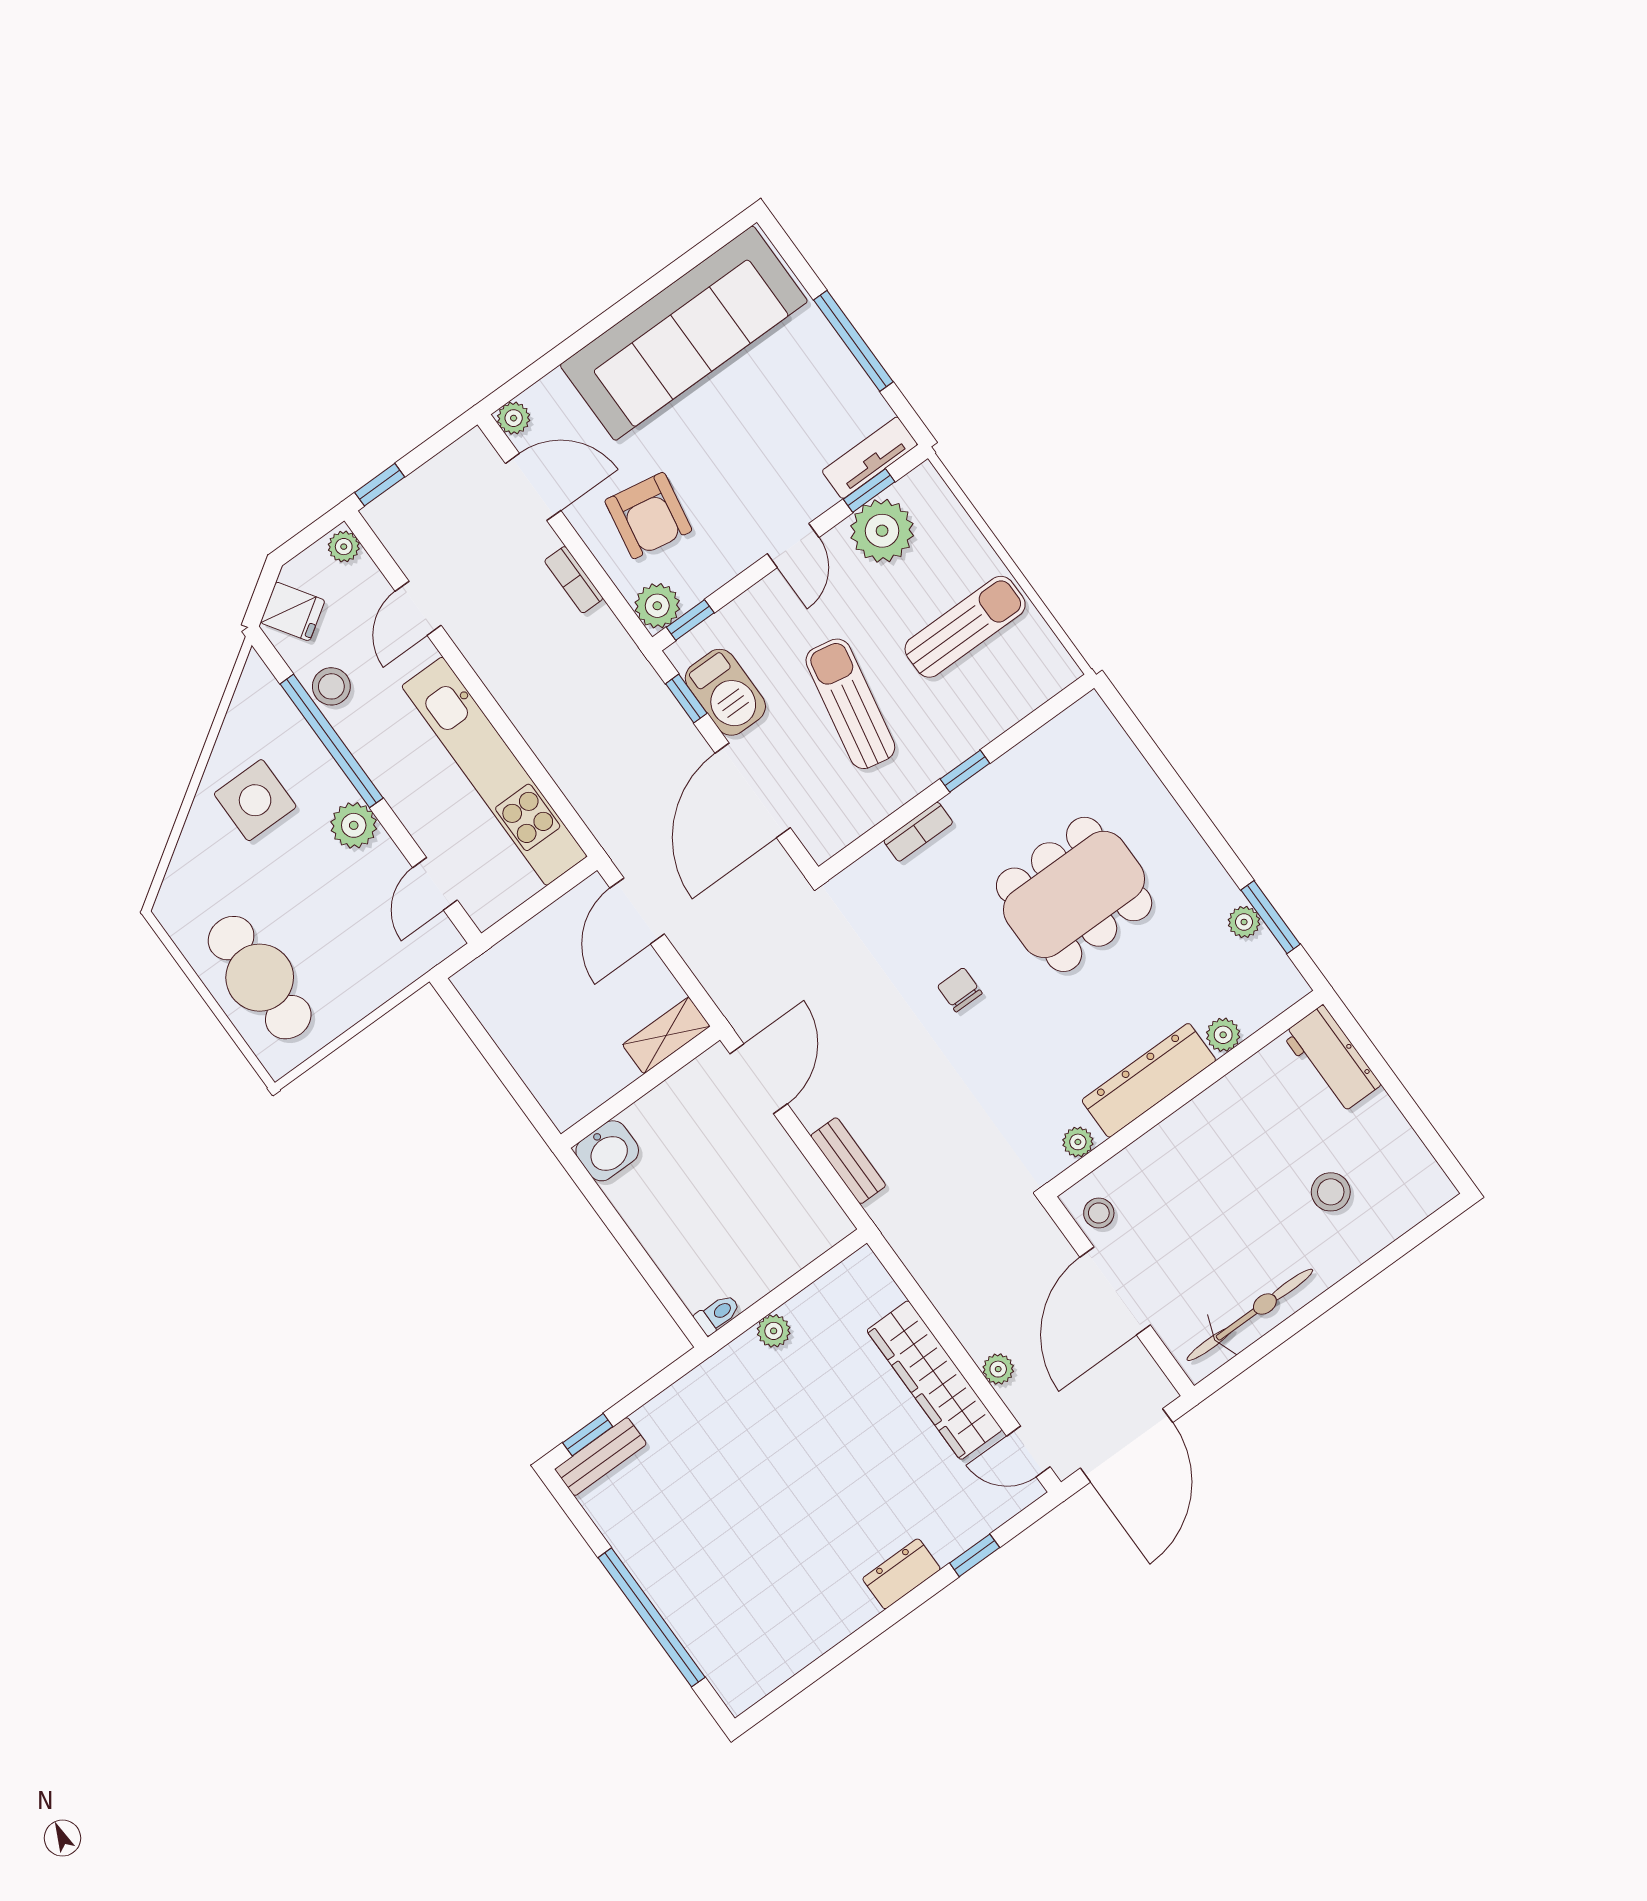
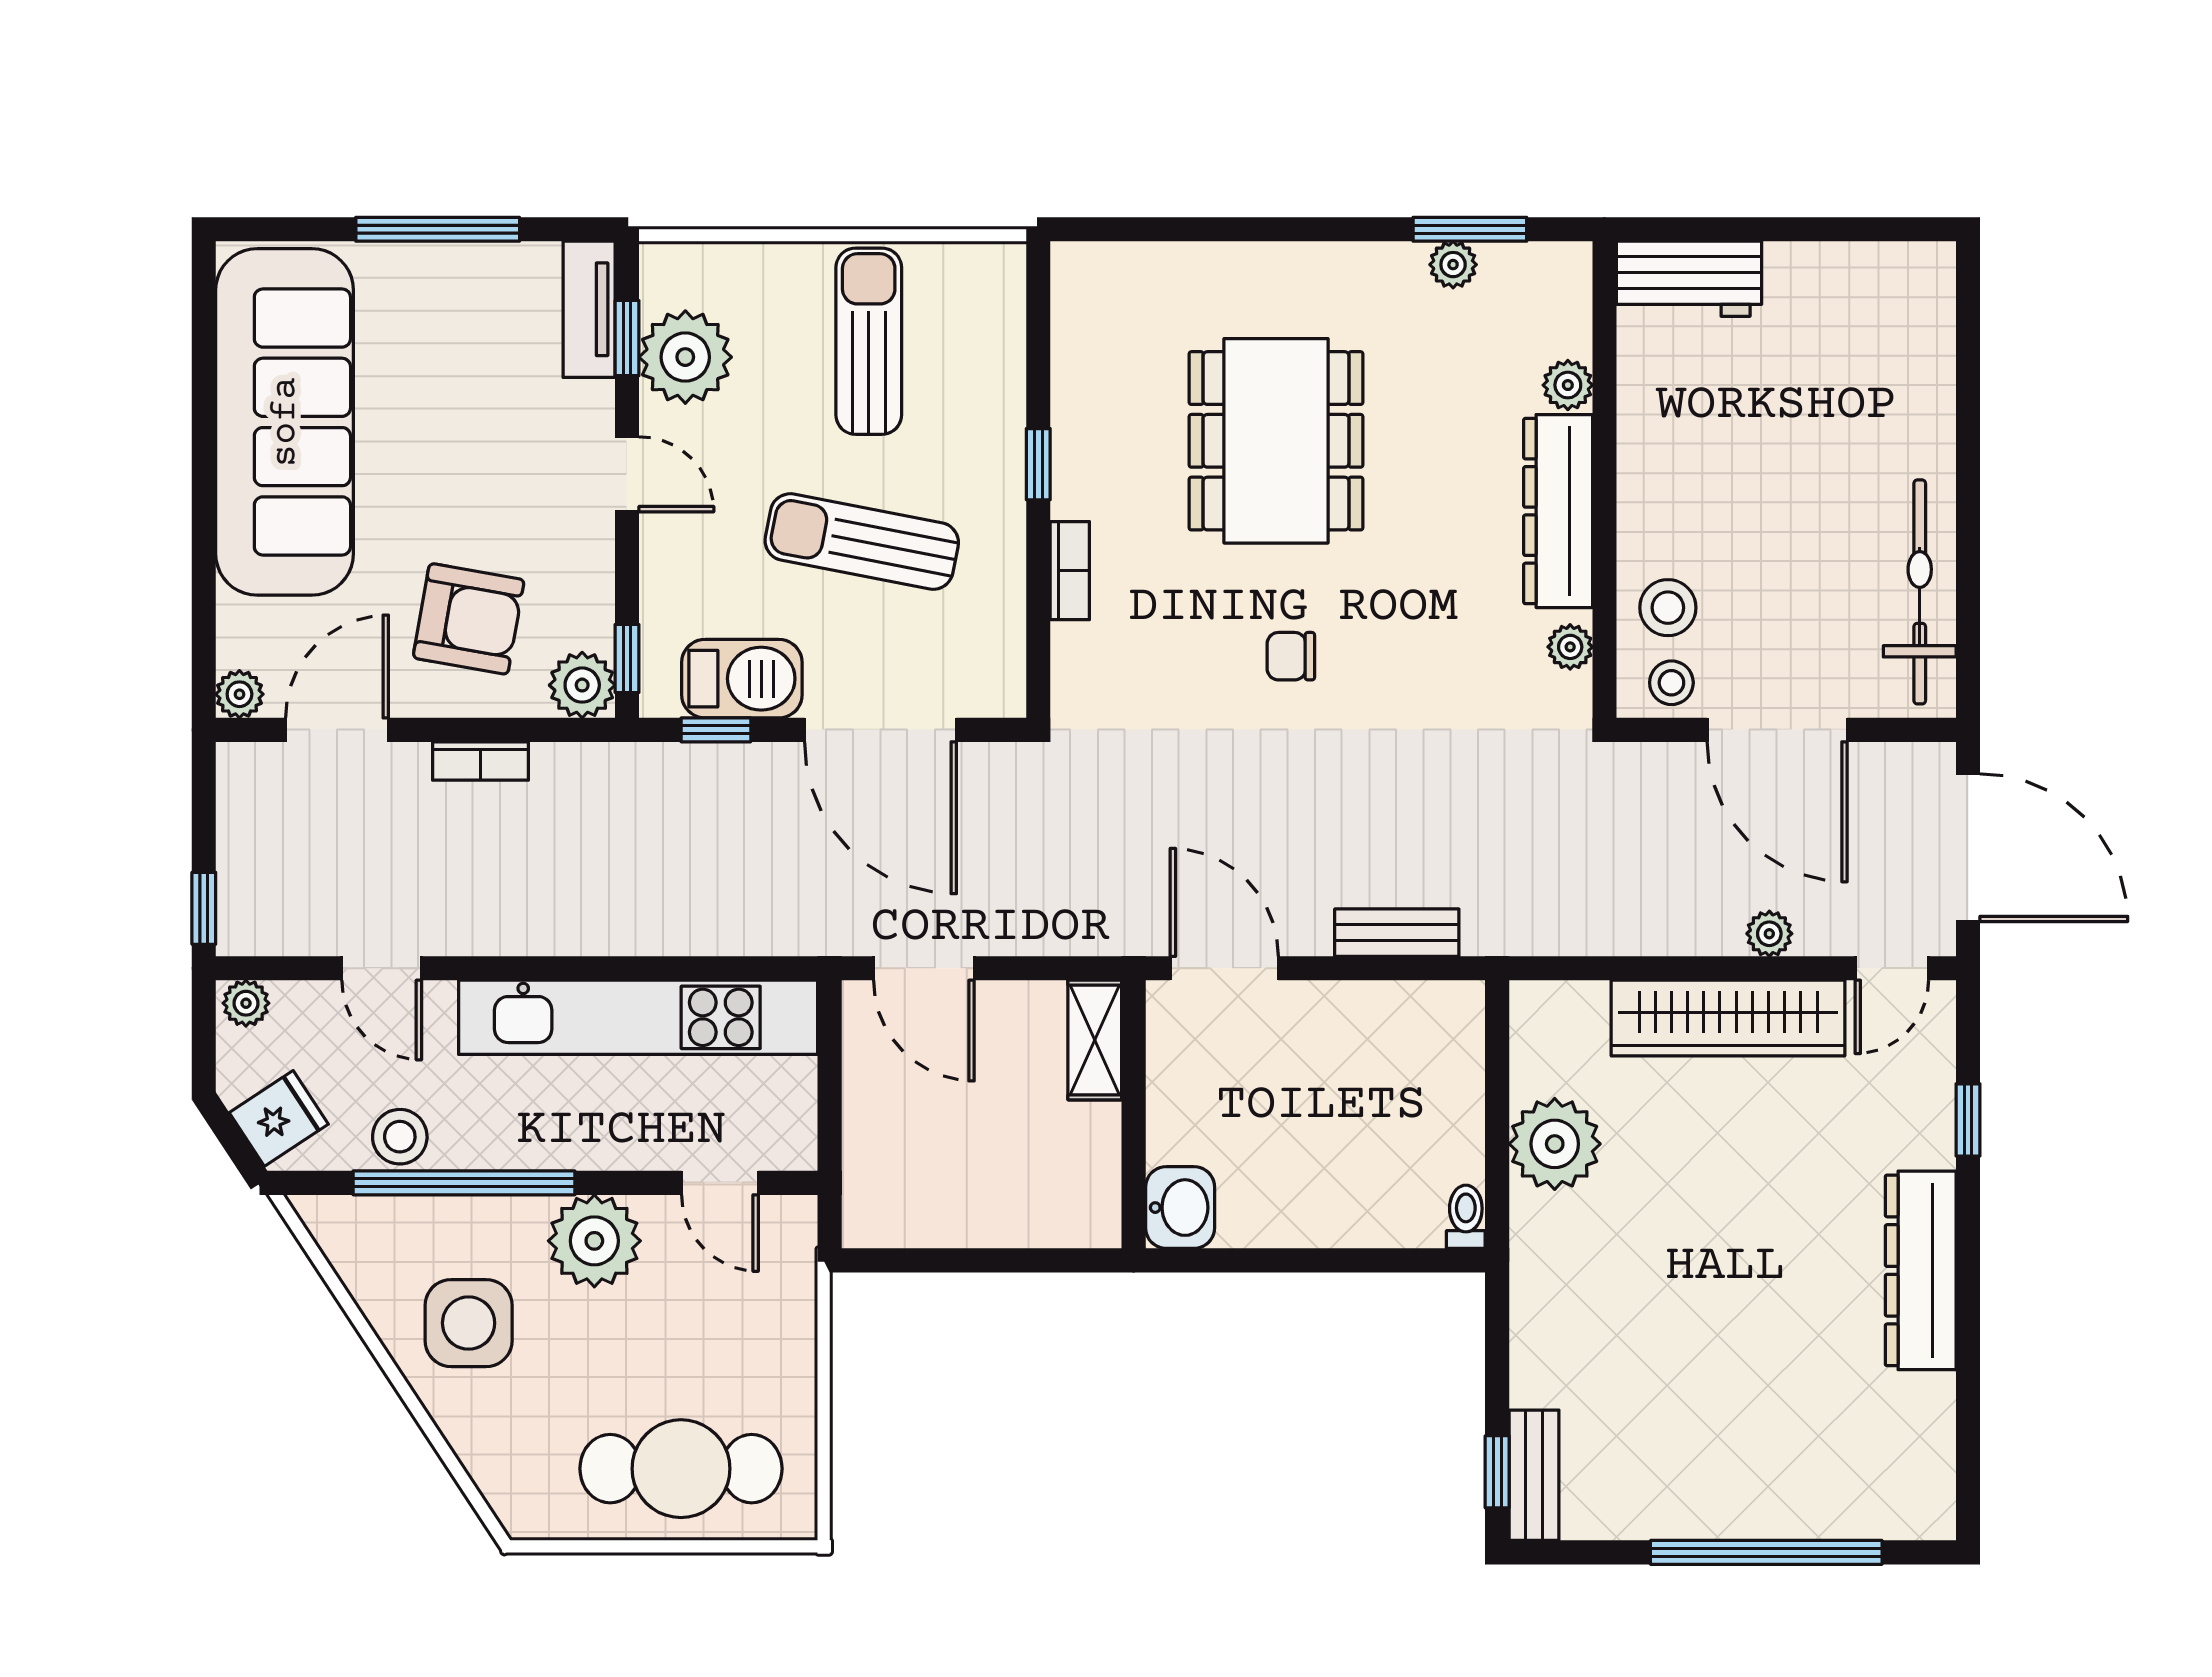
plant: (354, 825) -> (594, 1241), width x1.36, depth x1.36
stool: (1331, 1192) -> (1668, 608), moved
plant: (774, 1331) -> (1555, 1144), width x1.88, depth x1.88
dresser: (901, 1574) -> (1921, 1270), width x1.96, depth x1.24

